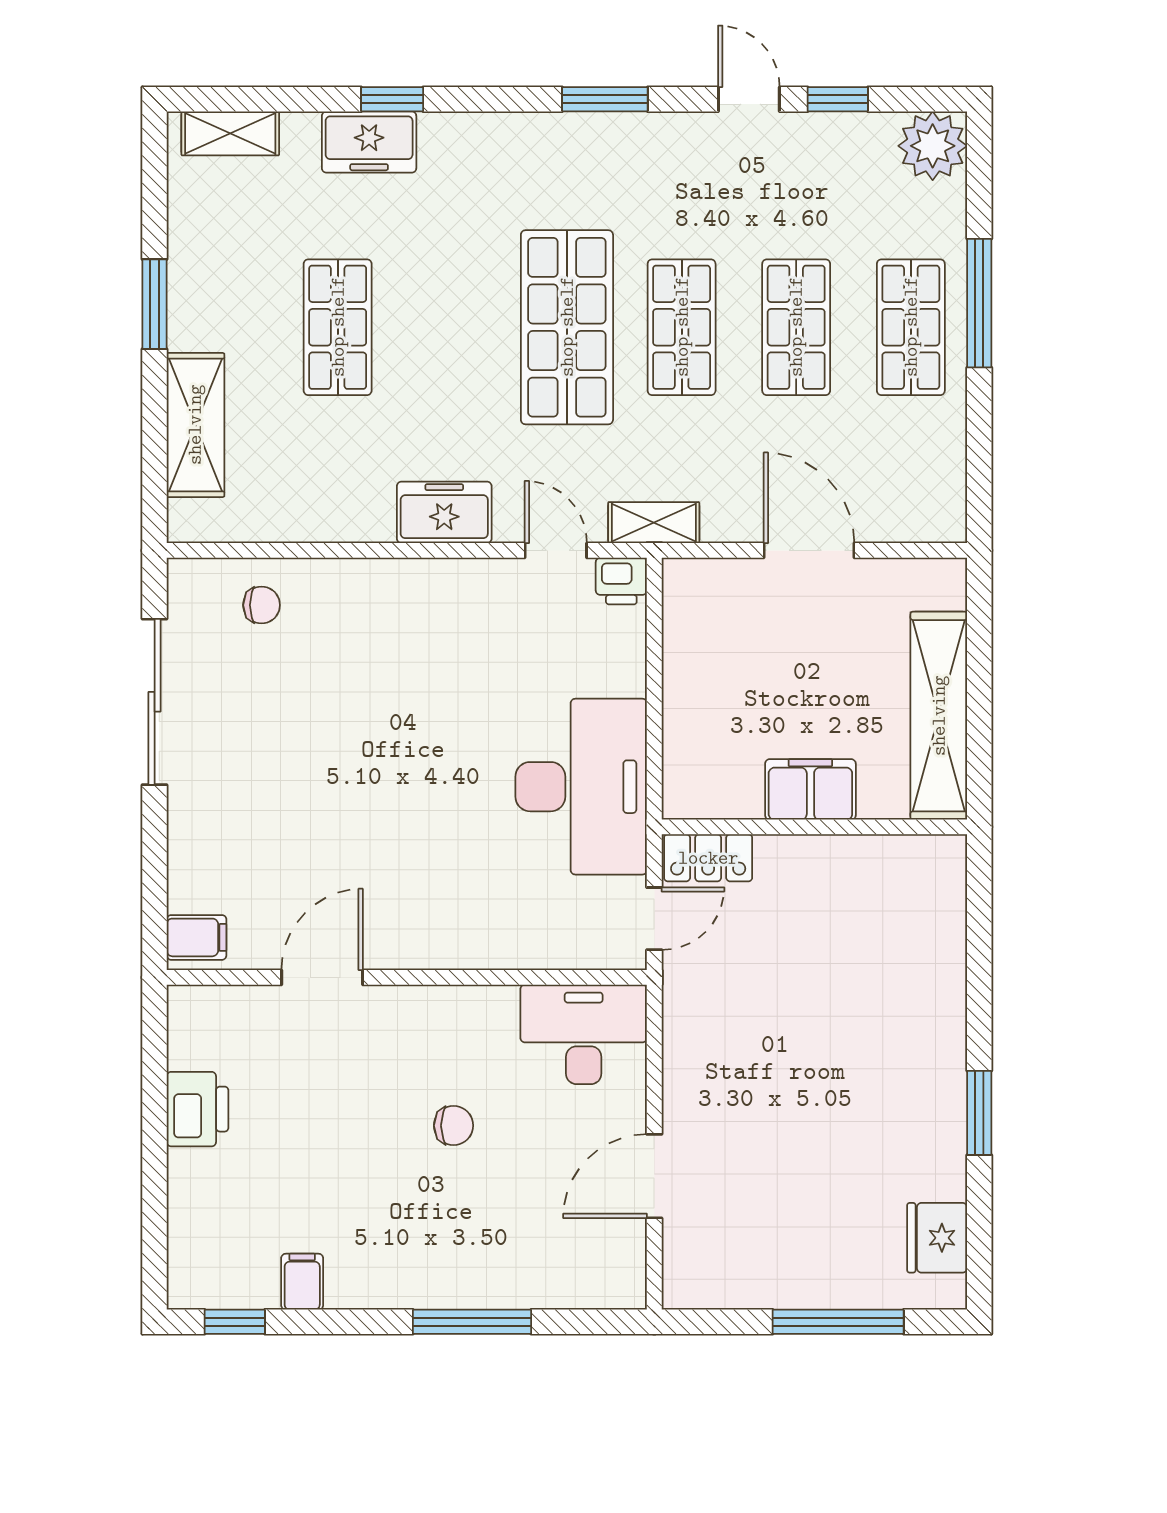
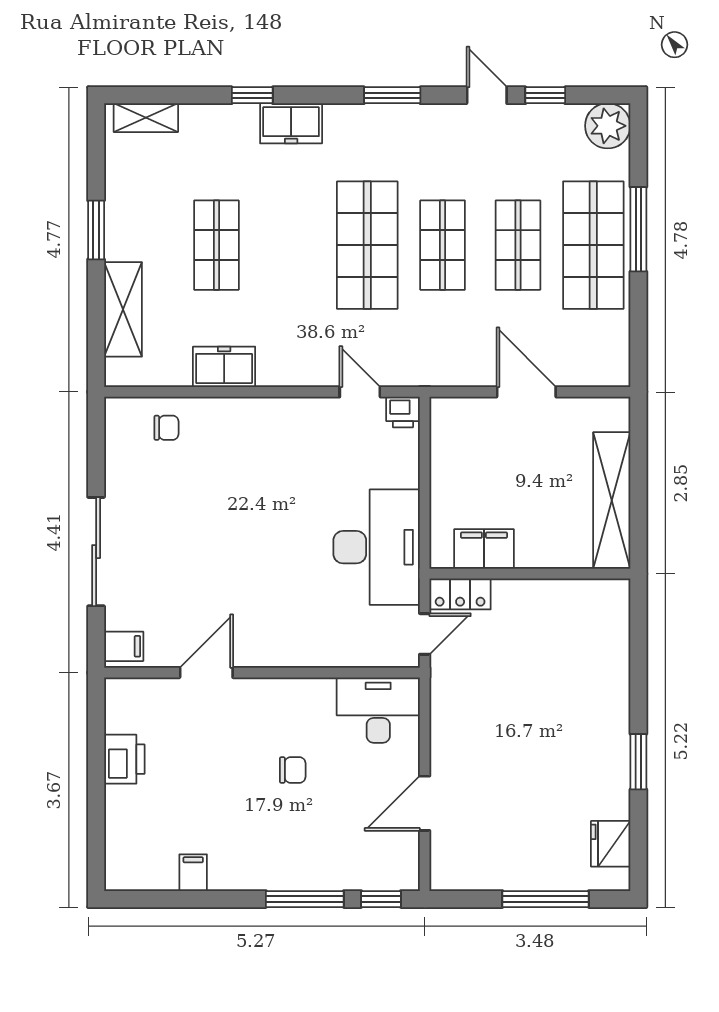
freezer: (369, 142) -> (291, 123), moved
shop shelf: (911, 327) -> (593, 245), width x1.43, depth x1.36
freezer: (444, 512) -> (224, 367), moved
shelving: (654, 523) -> (424, 374), removed
sliding door: (155, 702) -> (96, 552), moved
filing cabinet: (810, 789) -> (484, 549), moved
window: (235, 1322) -> (381, 899), moved

